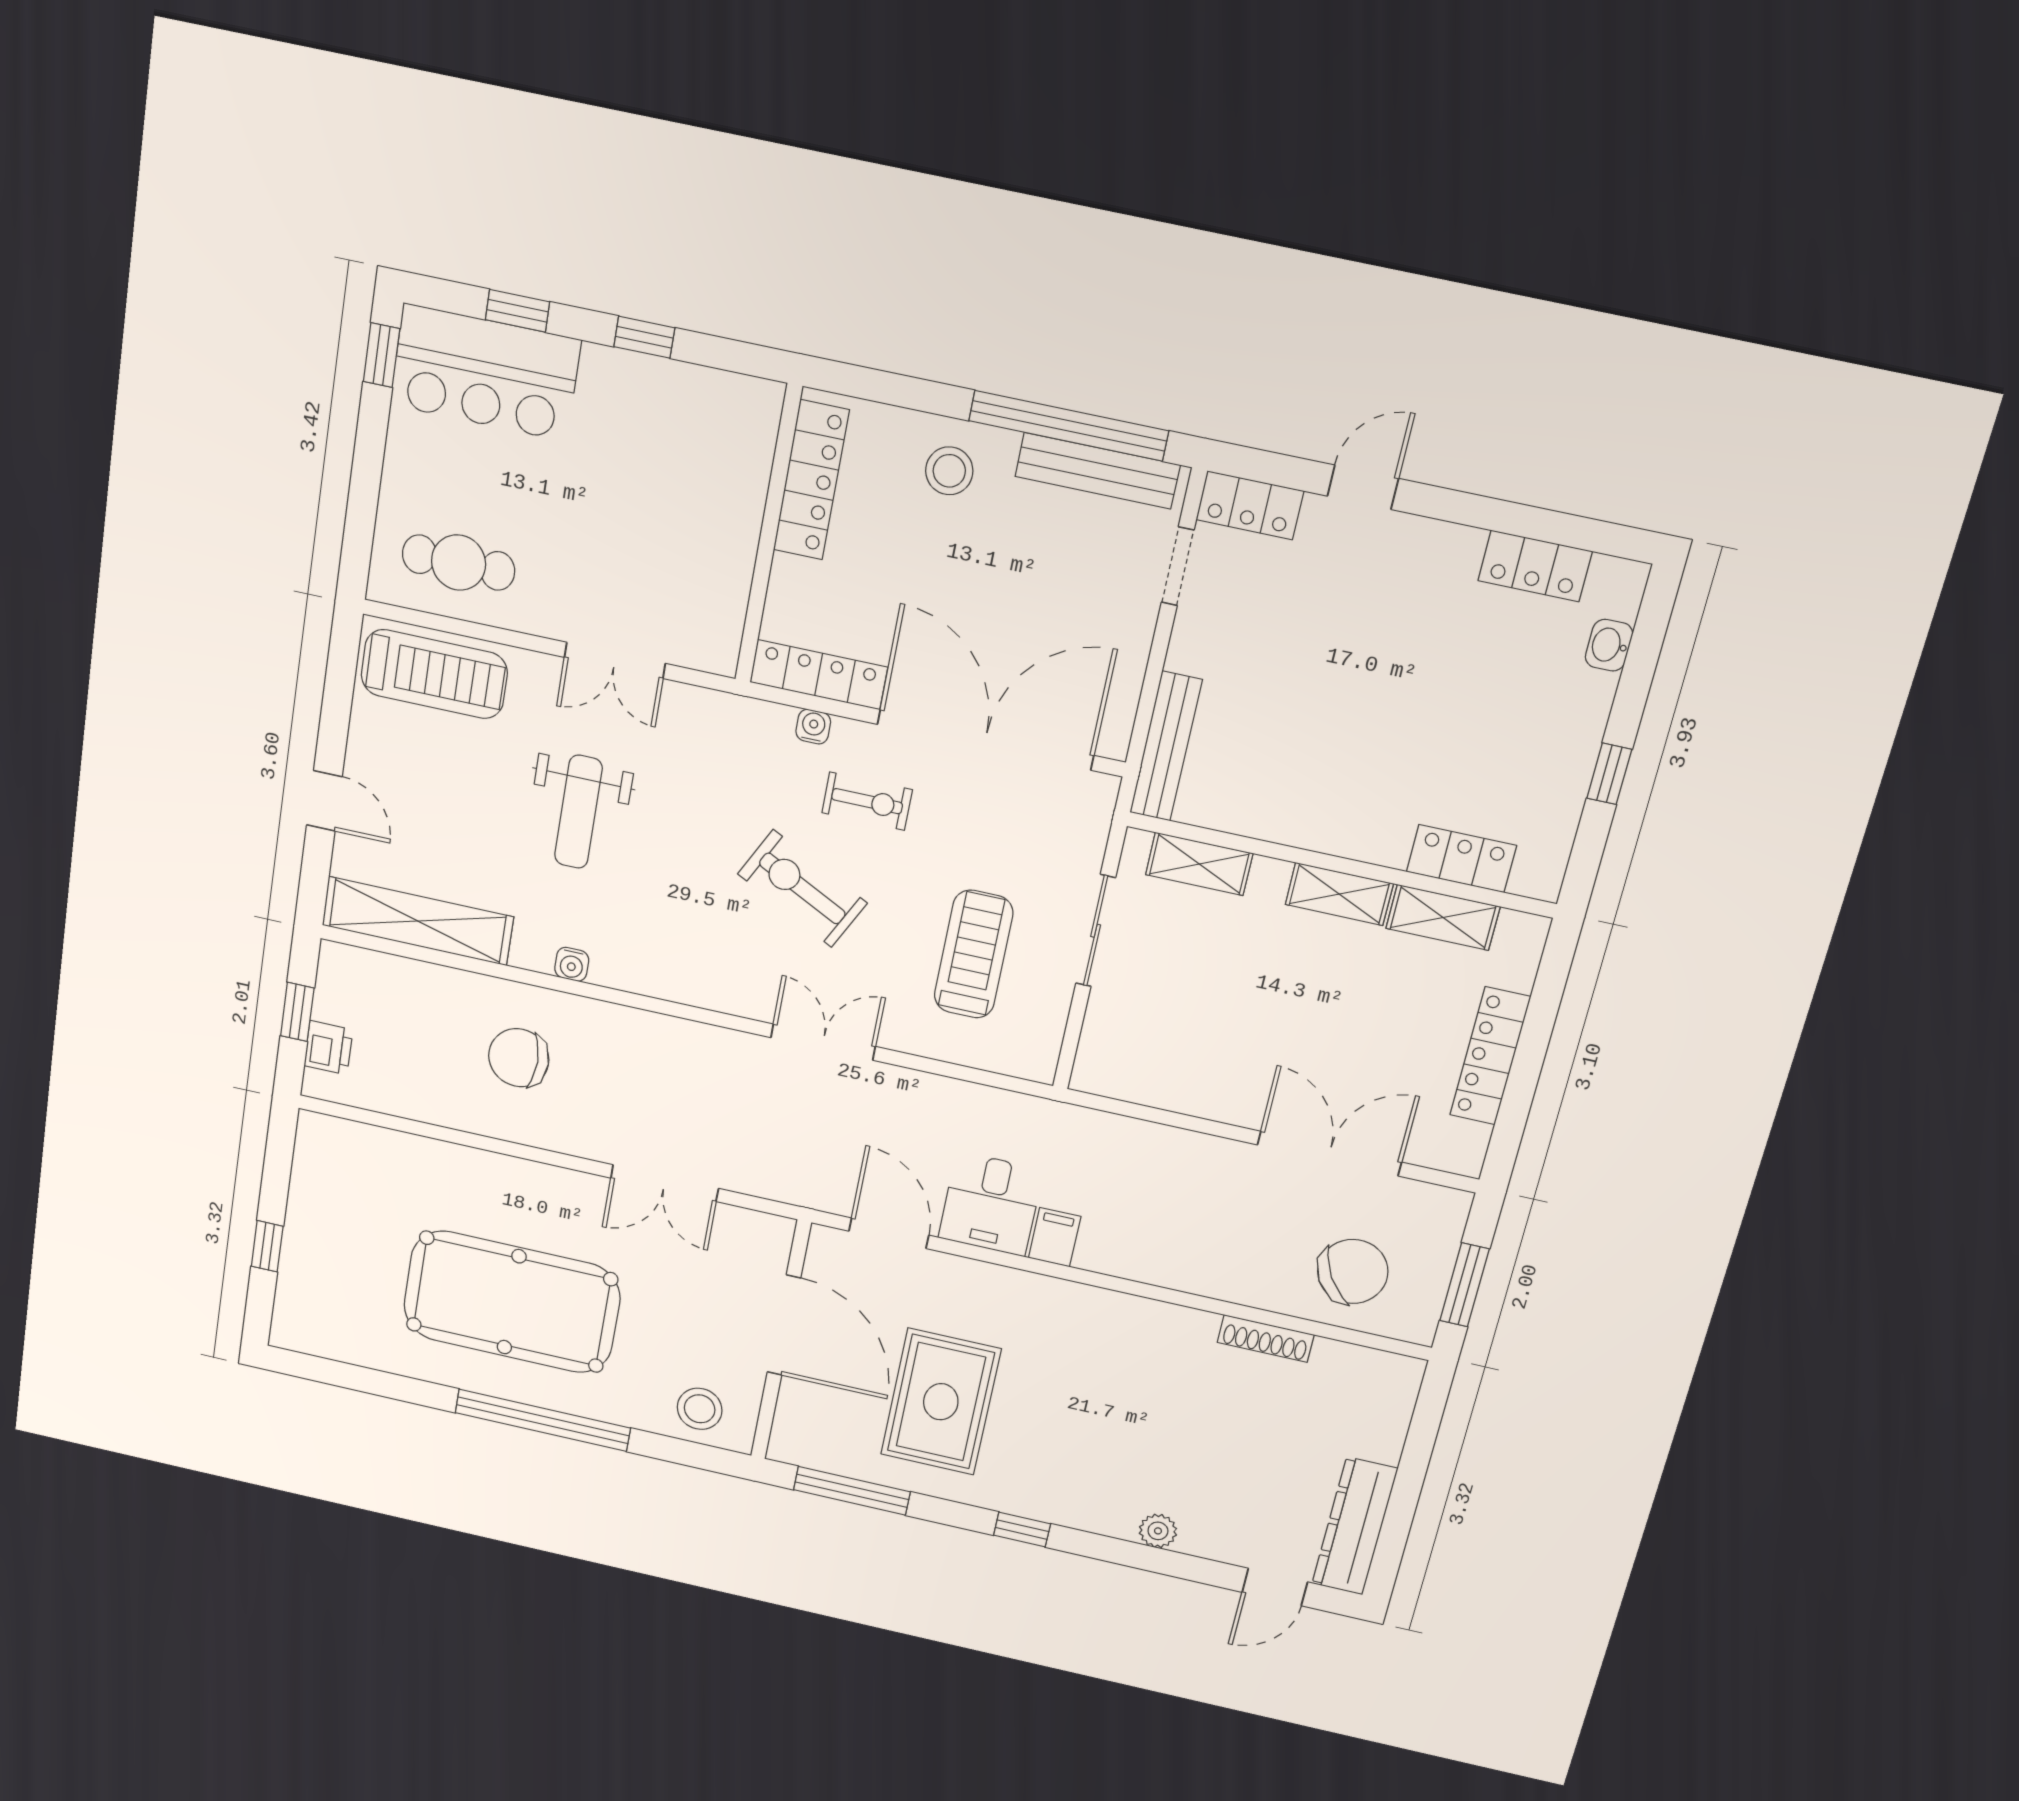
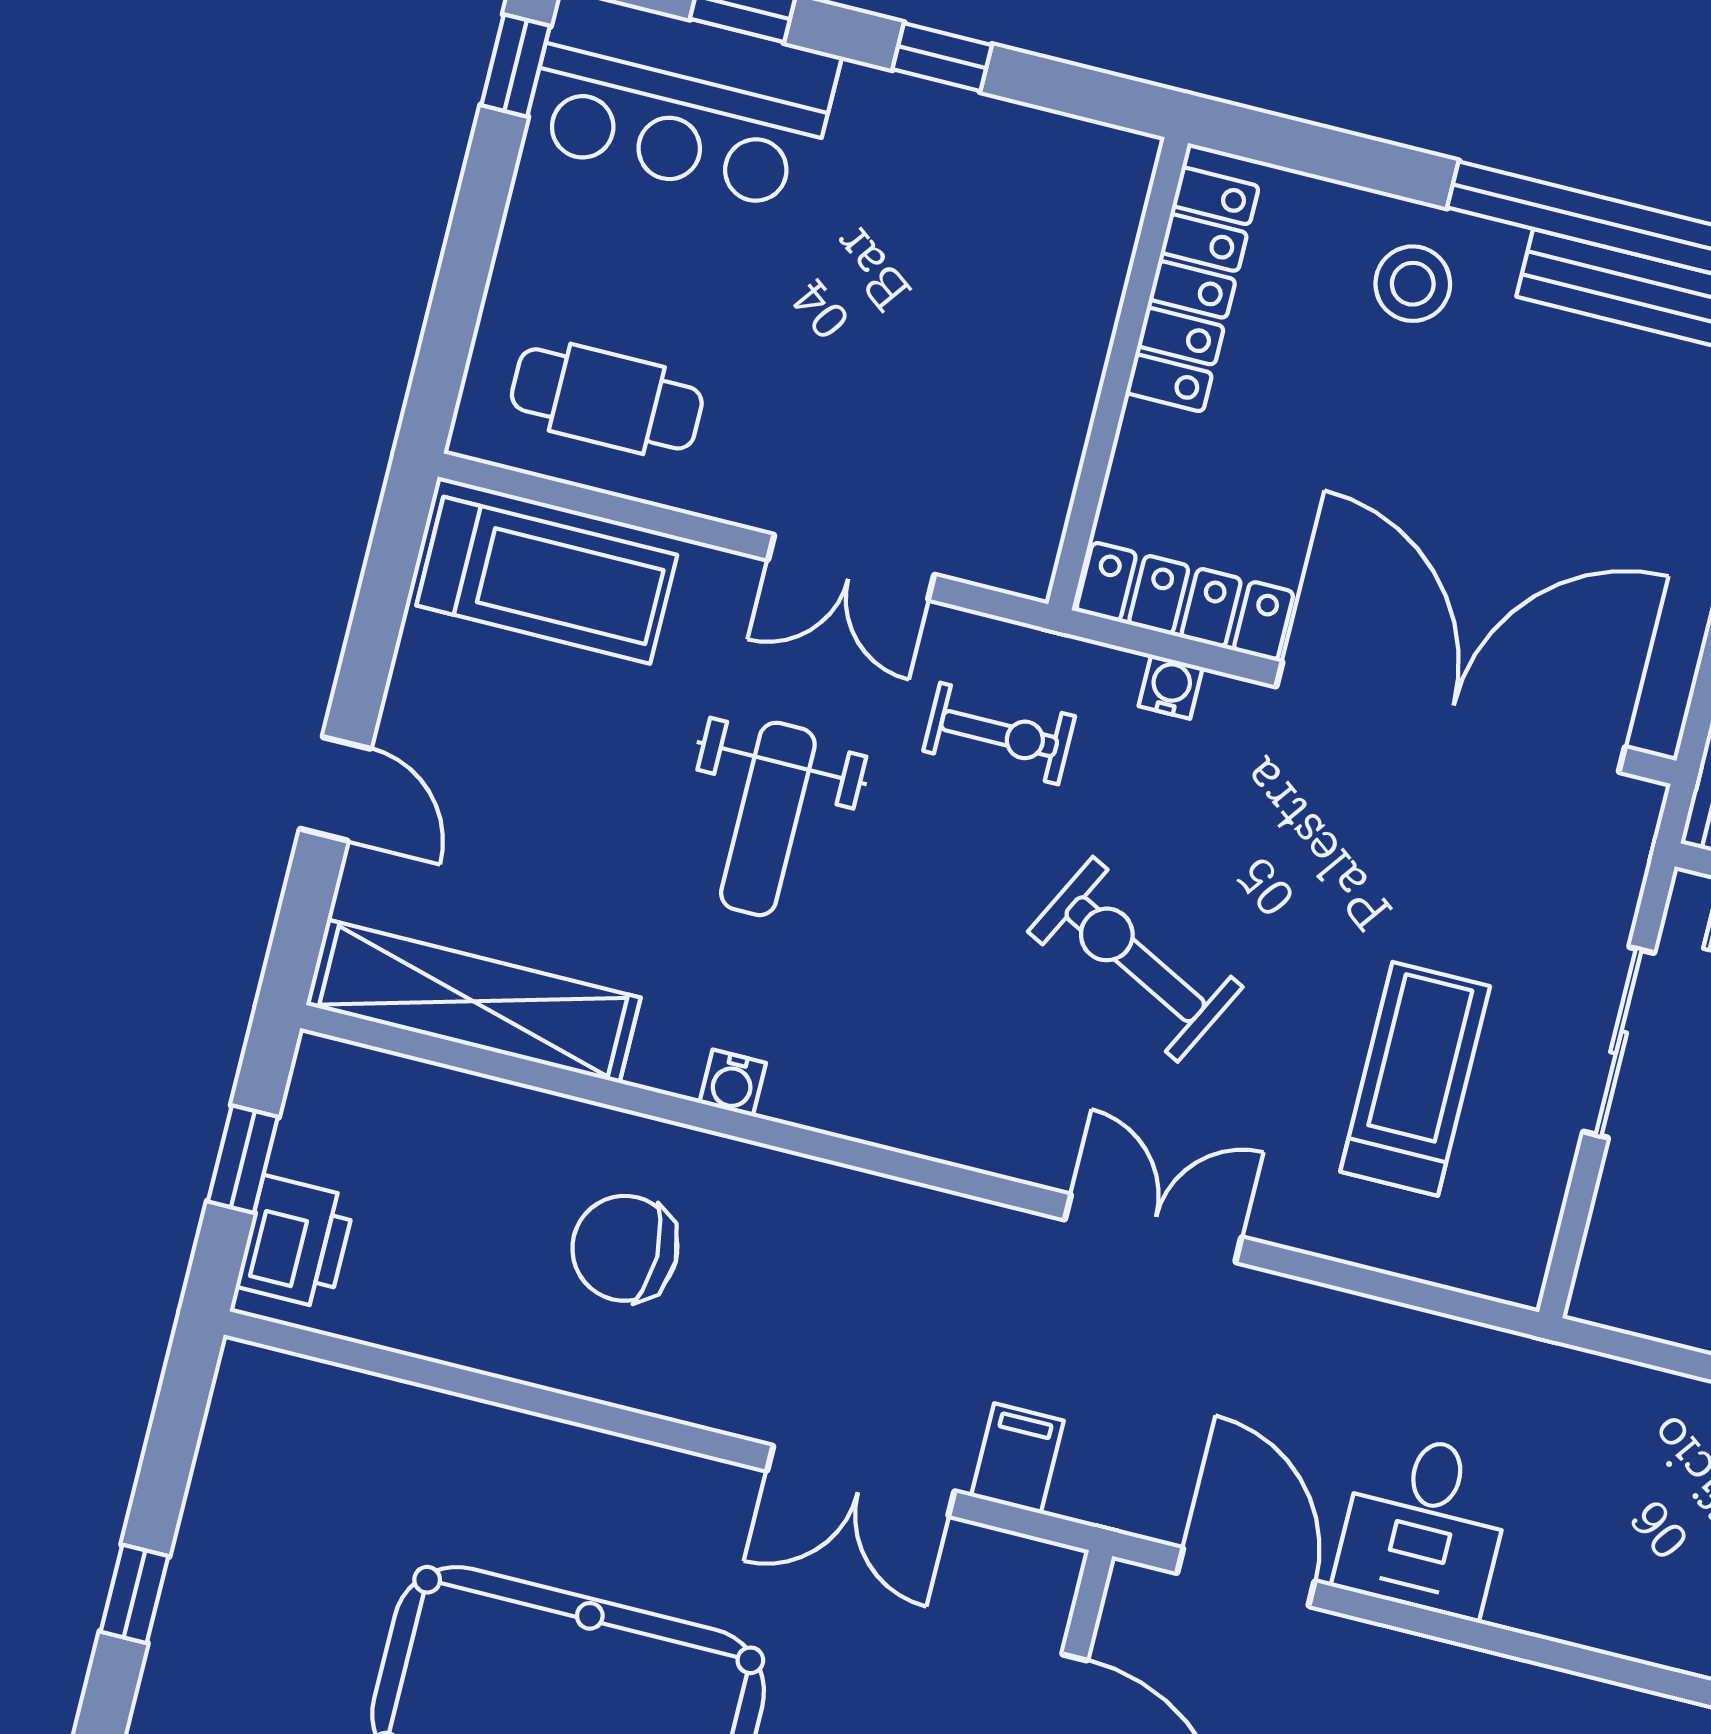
exercise bike: (867, 801) -> (999, 734), moved
printer: (328, 1048) -> (296, 1242), width x1.36, depth x1.24
filing cabinet: (1055, 1237) -> (1017, 1458), moved

